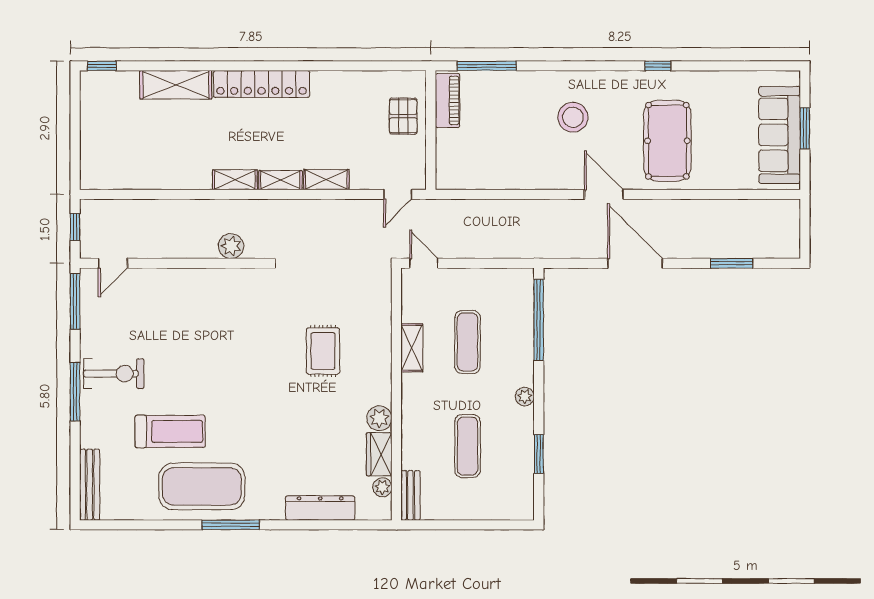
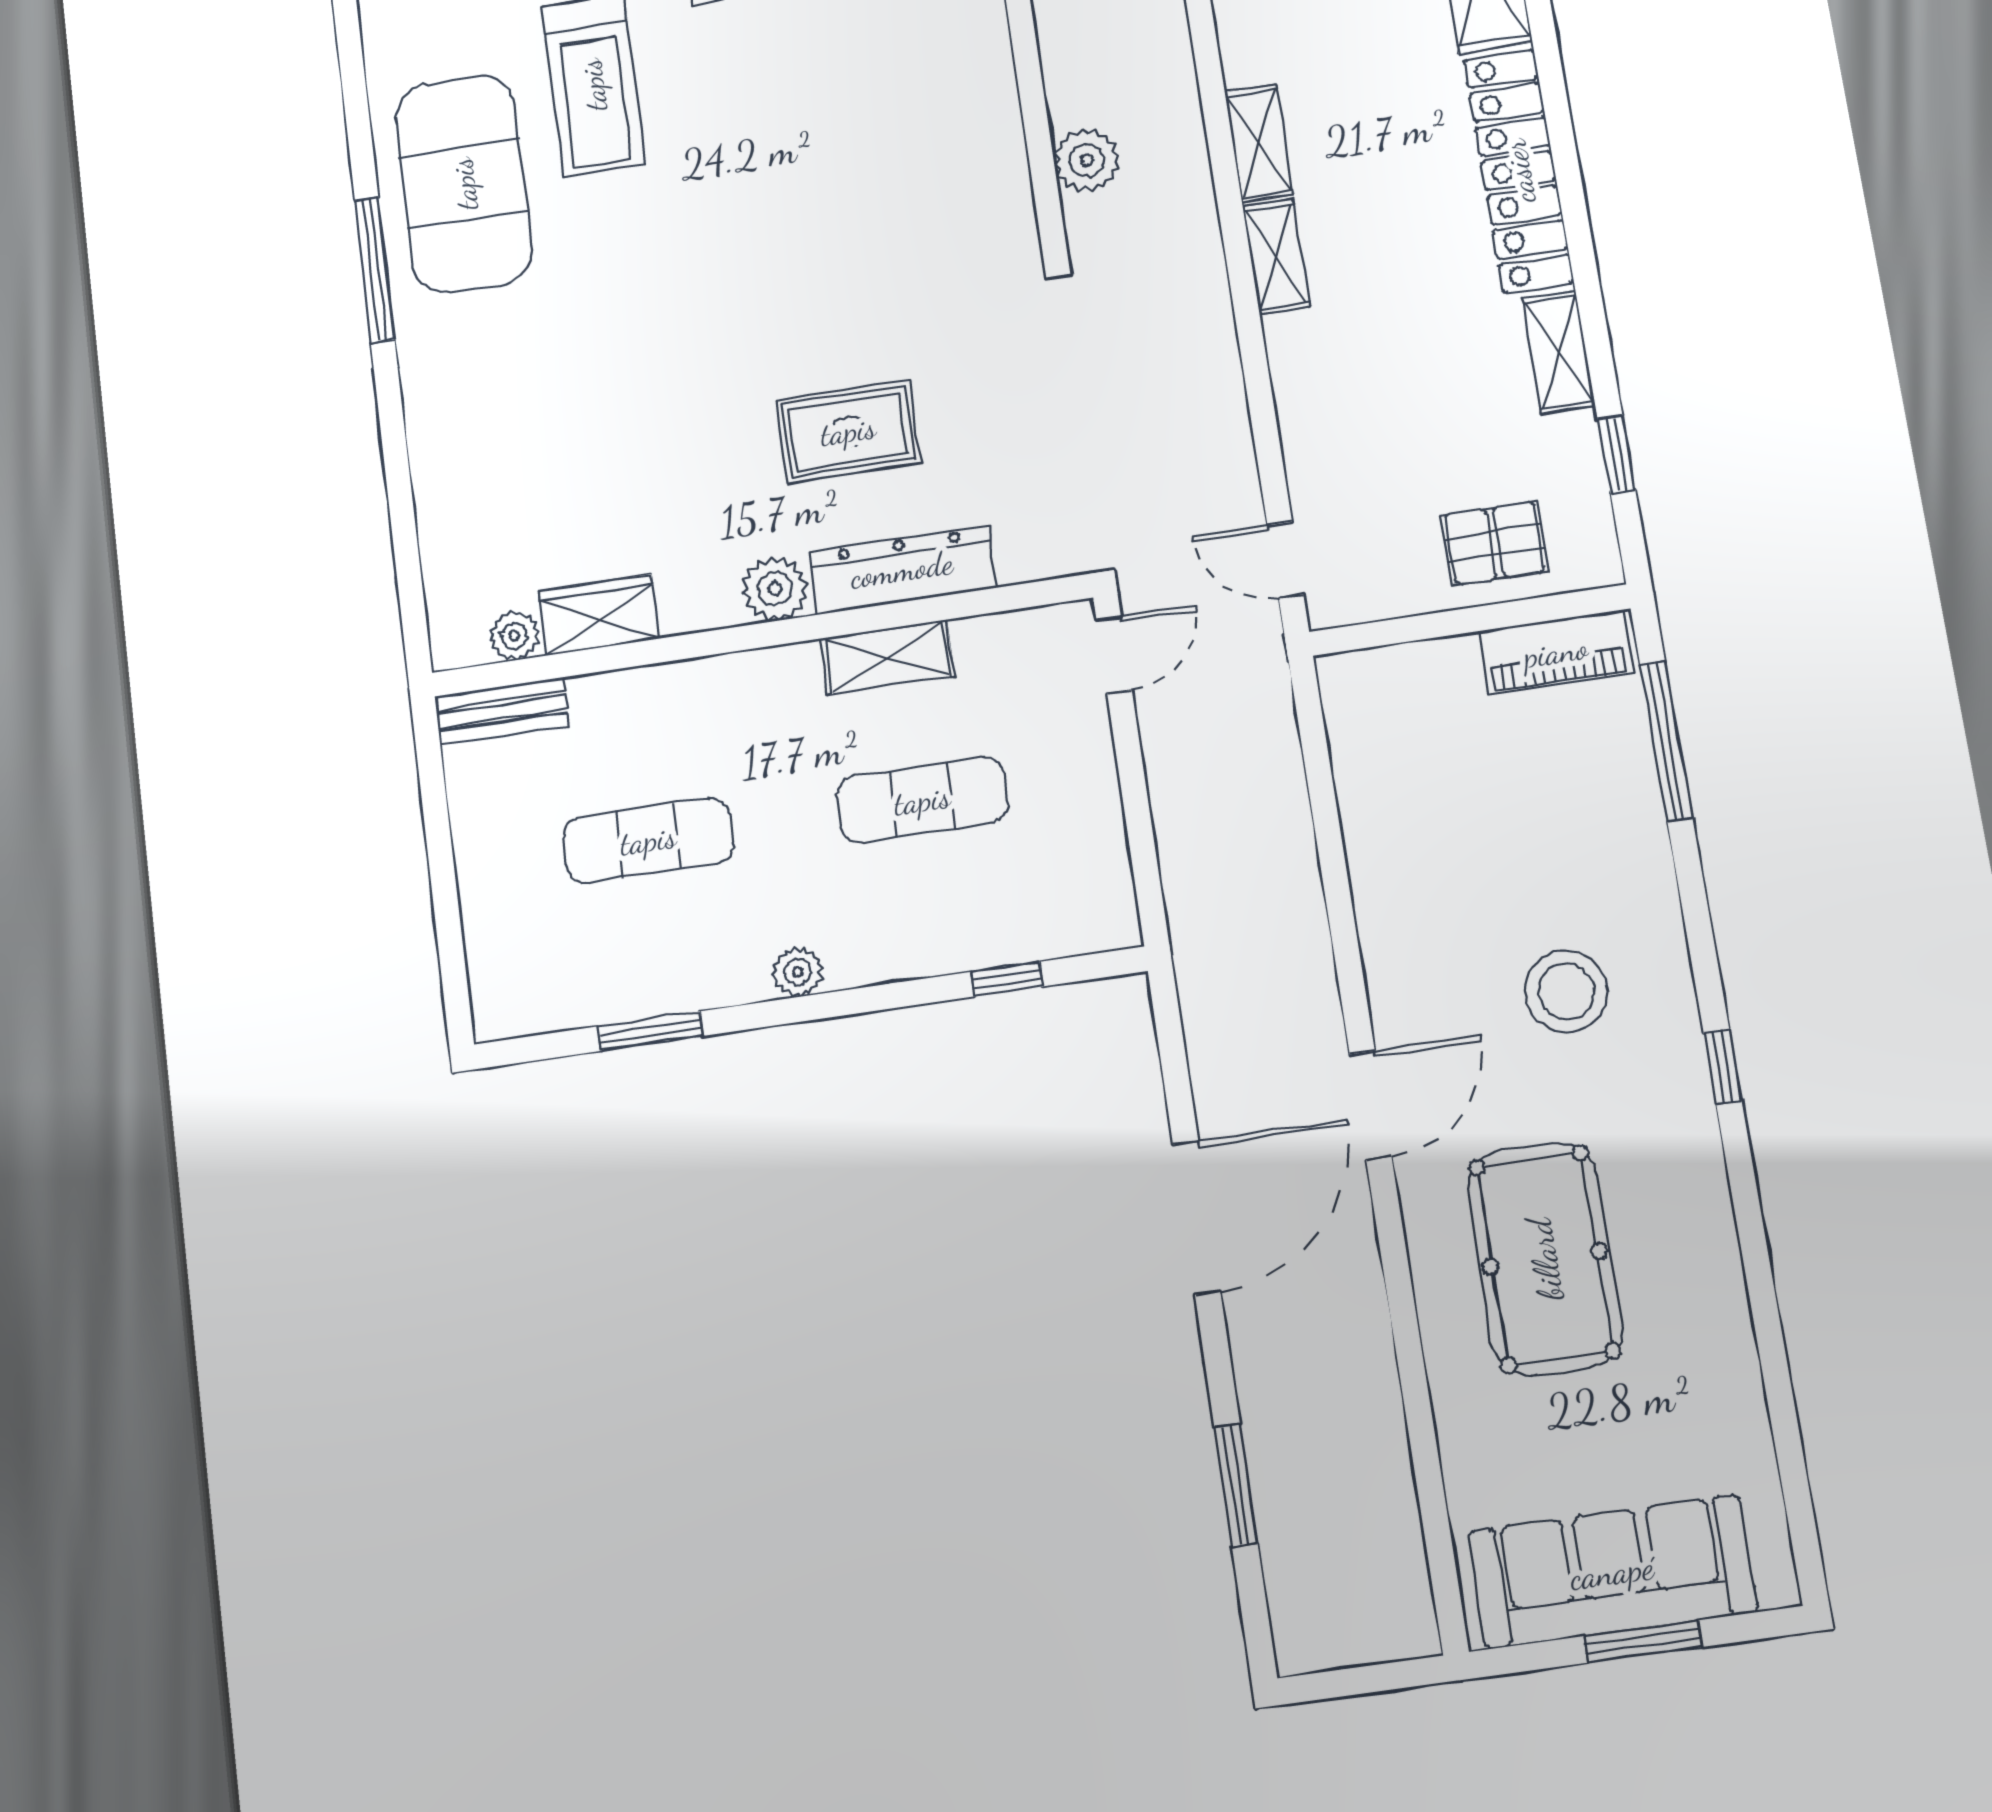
window: (377, 66) -> (1617, 455), added
window: (658, 66) -> (1723, 1067), moved
pool table: (667, 141) -> (1545, 1259), turned 90
shelving: (326, 180) -> (1559, 352), moved
window: (539, 320) -> (1007, 979), width x0.32
plant: (379, 418) -> (775, 589), moved
dresser: (320, 508) -> (902, 570), moved, turned -90

